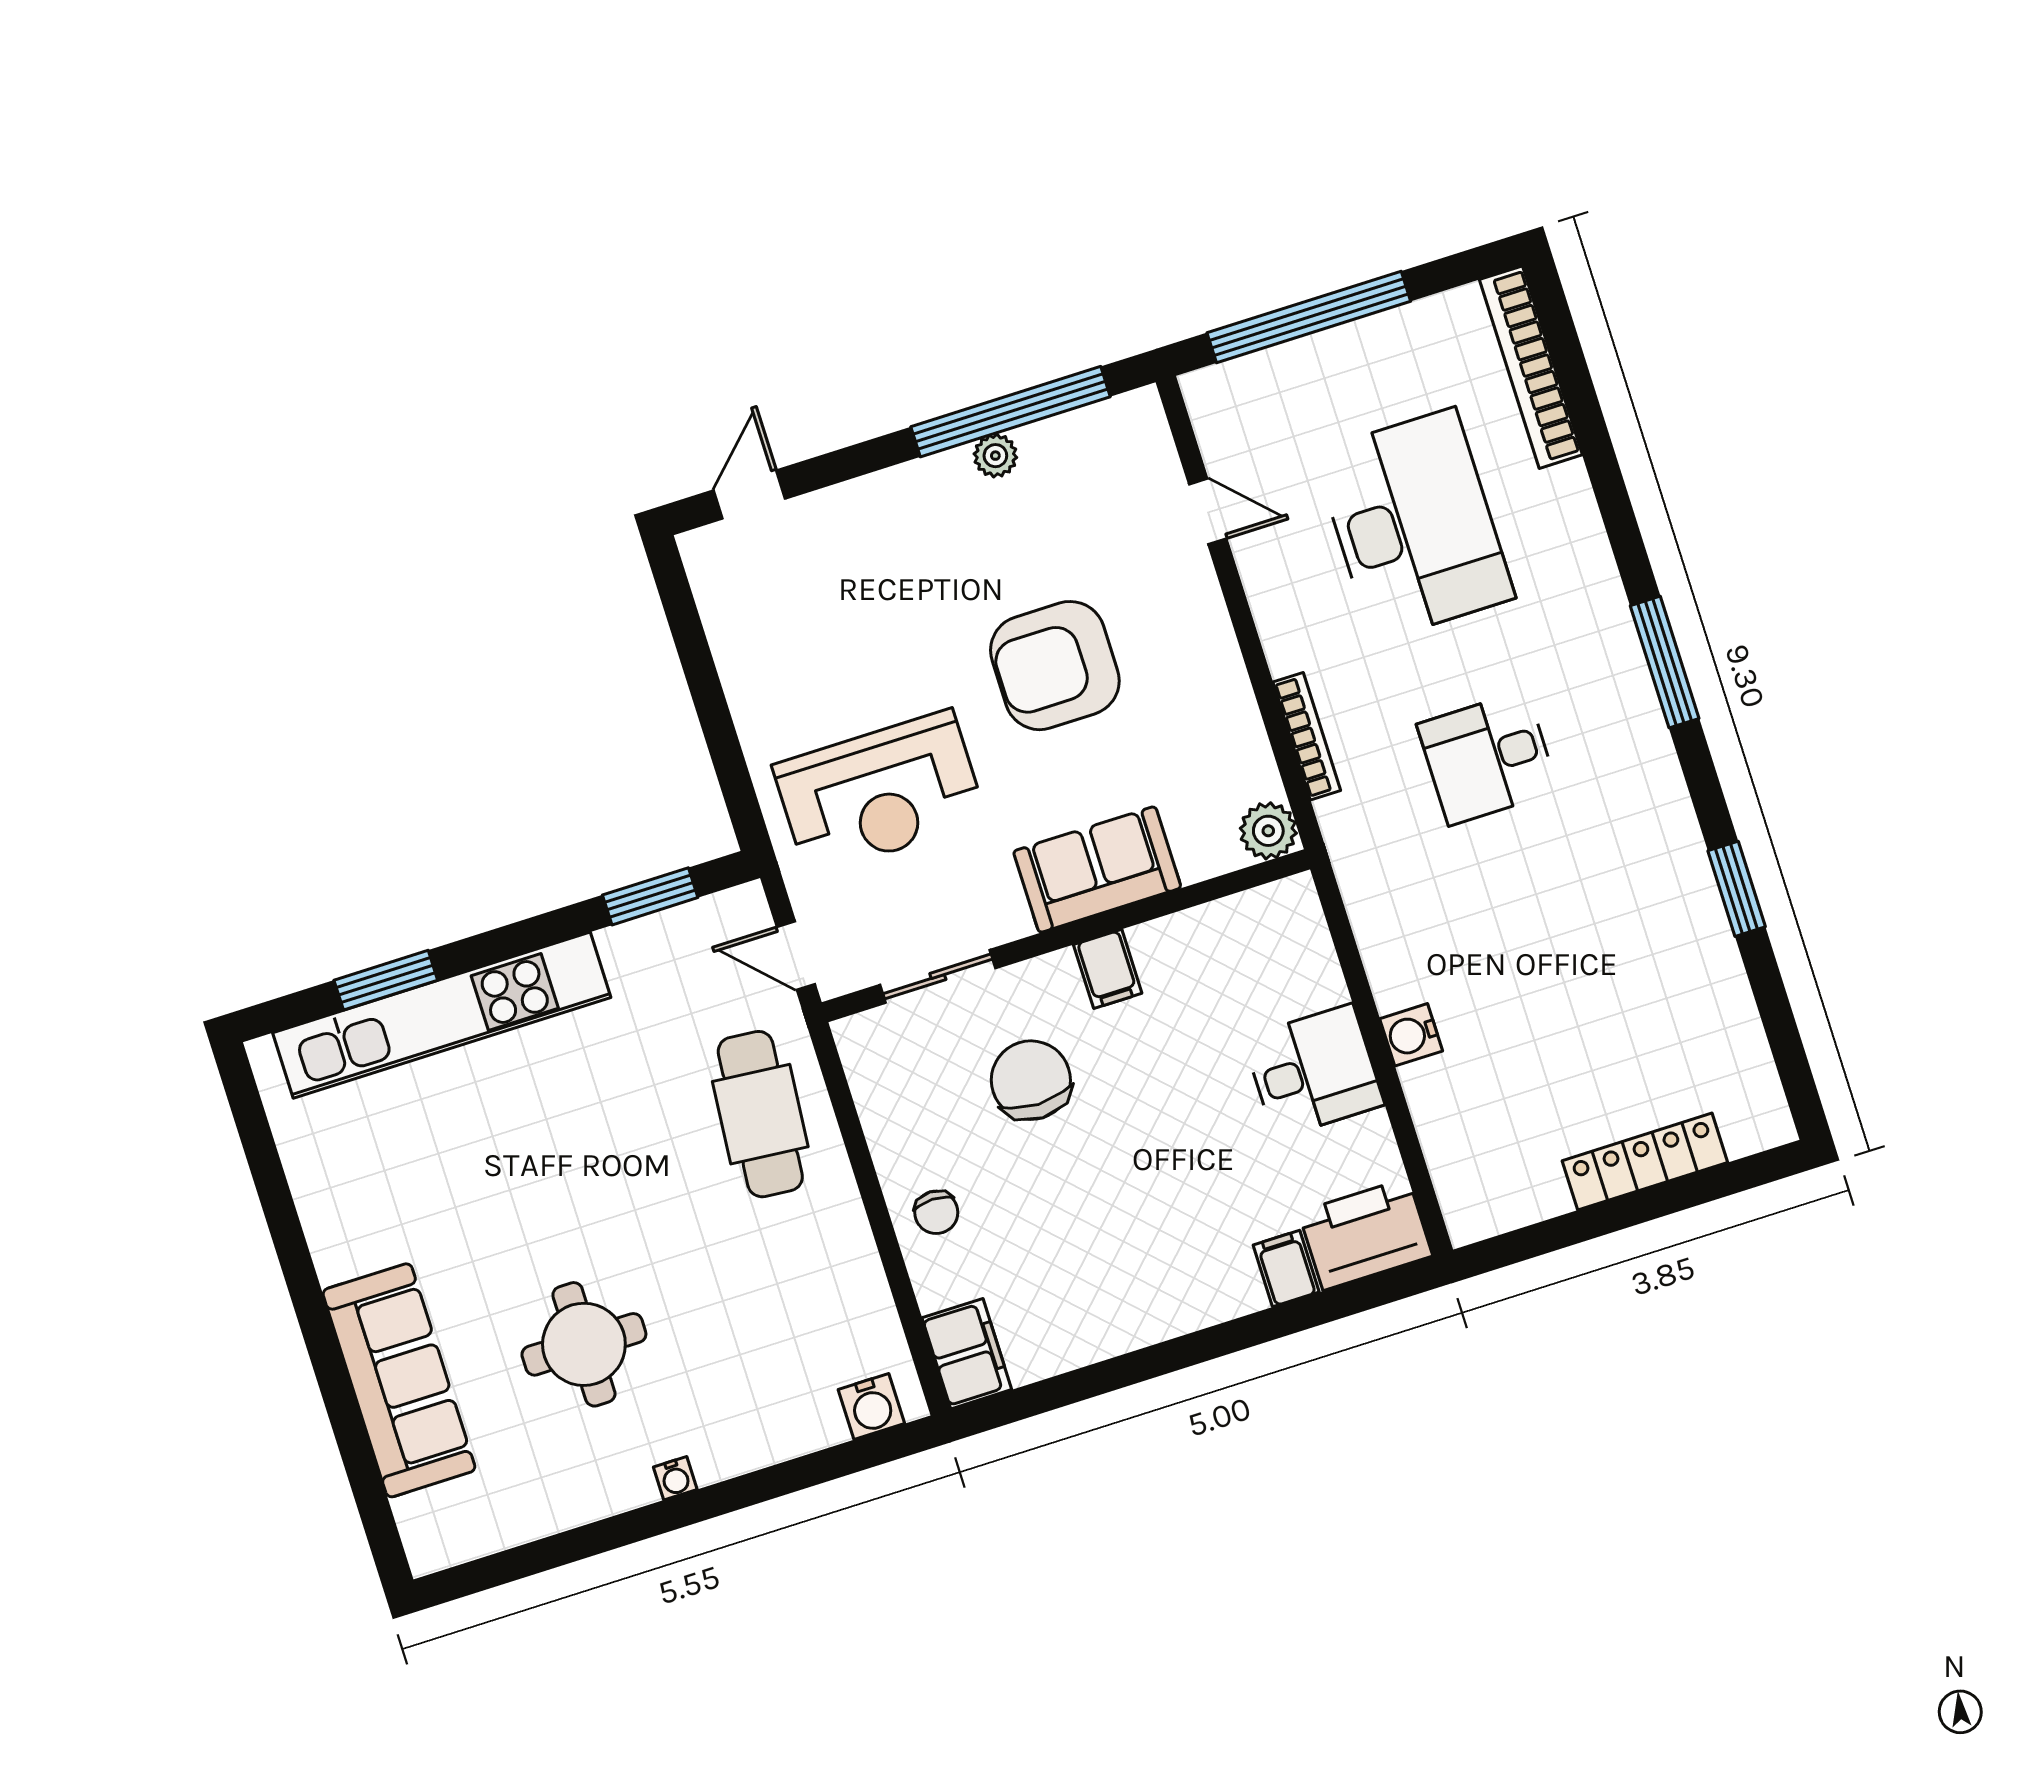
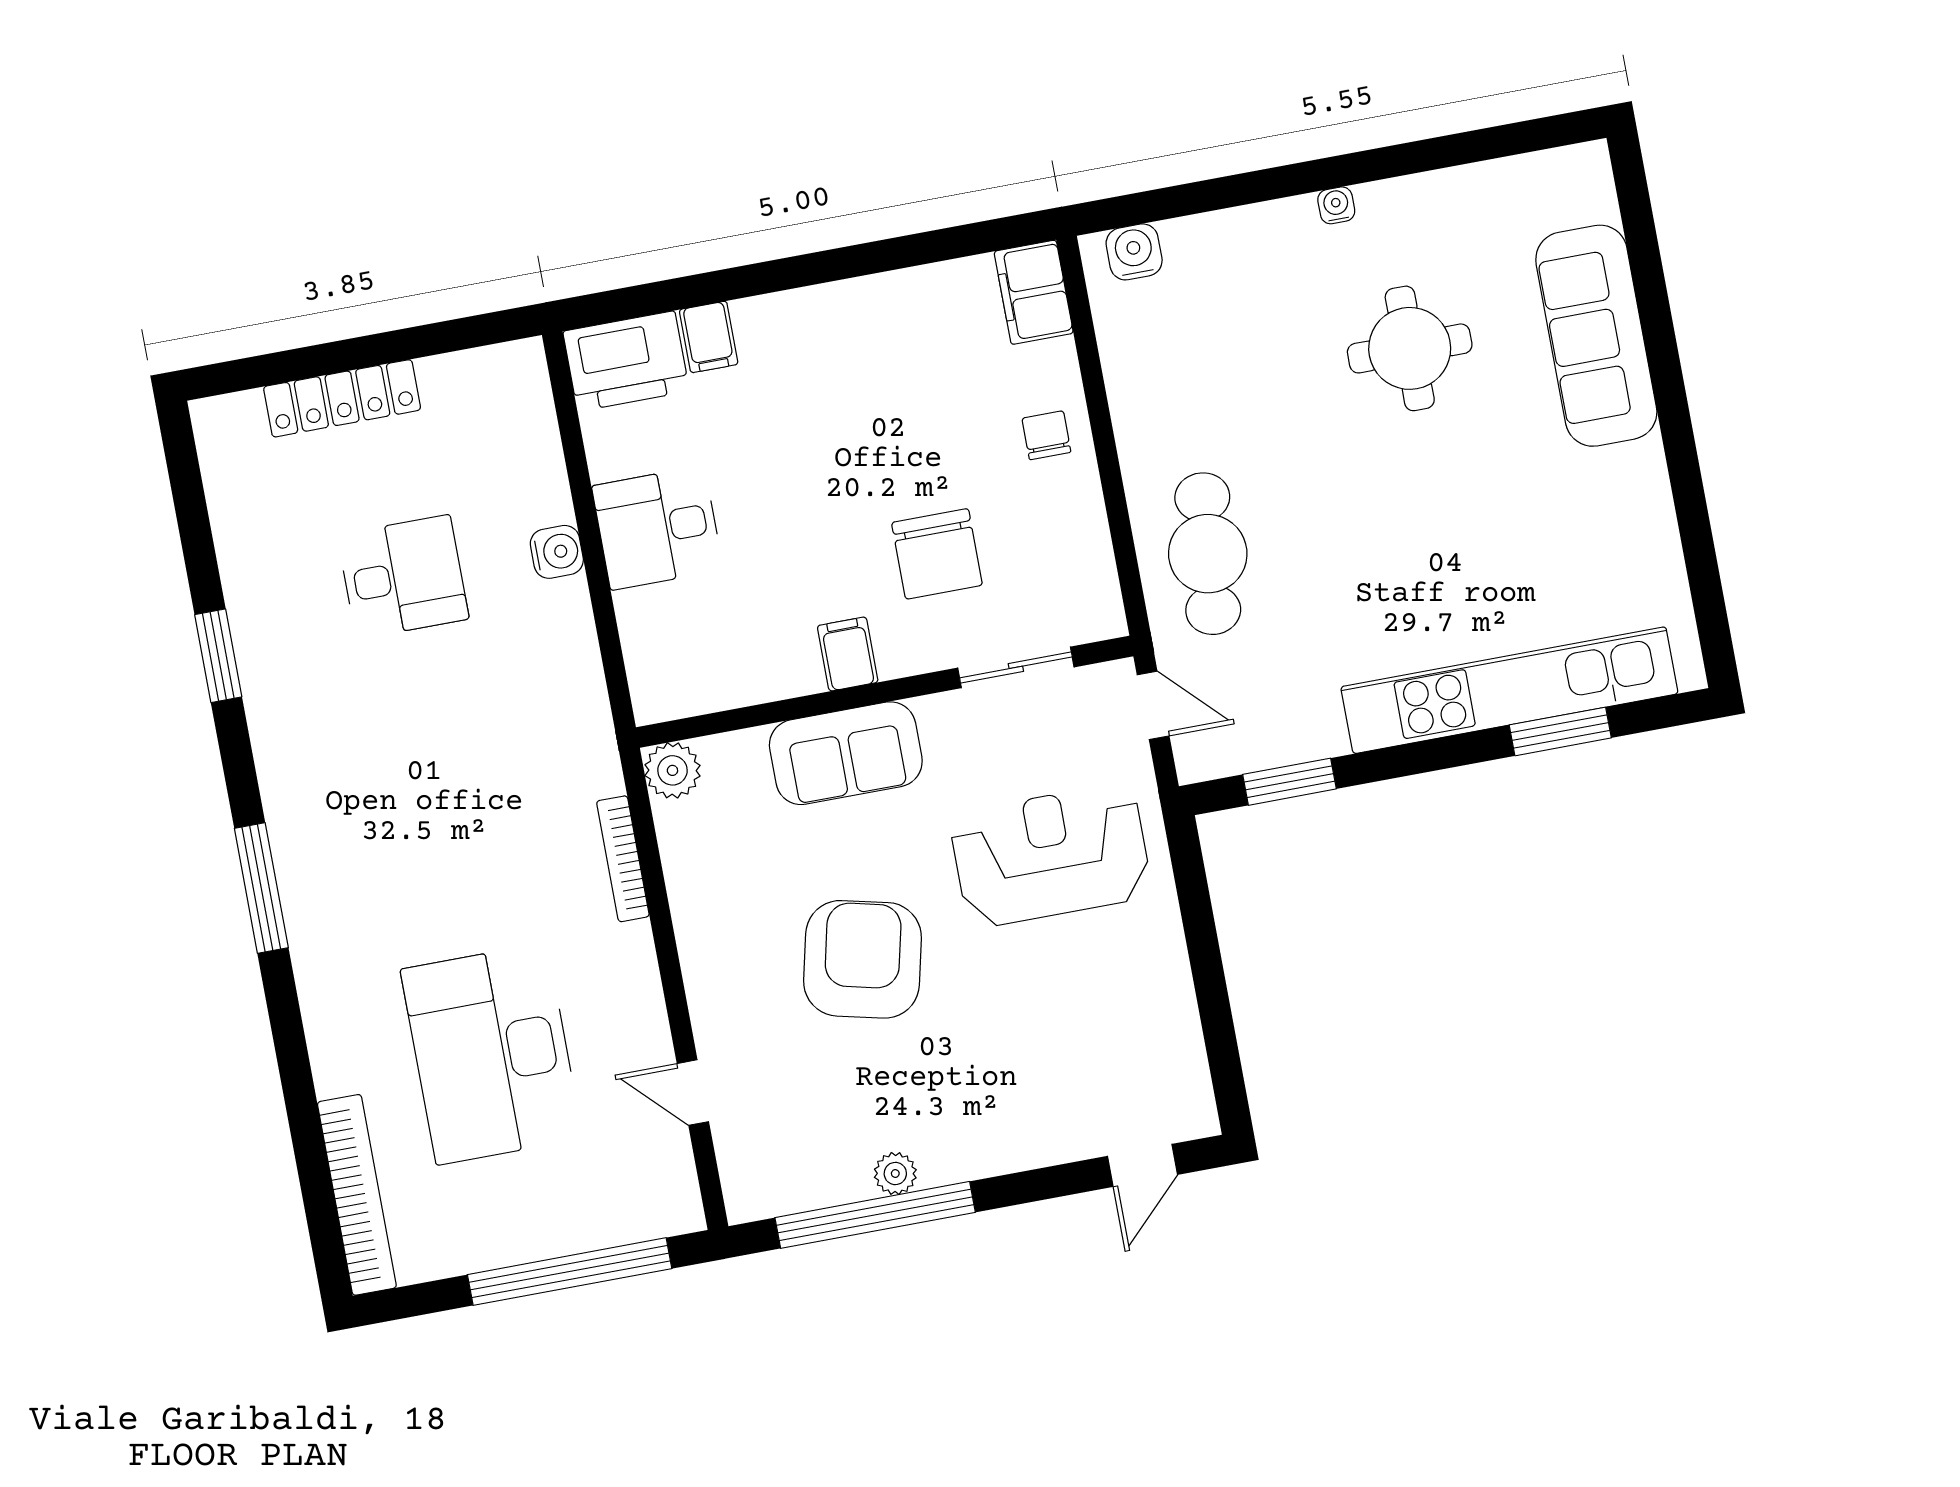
armchair: (1055, 666) -> (862, 959), turned -77
desk: (1488, 758) -> (403, 577), moved

